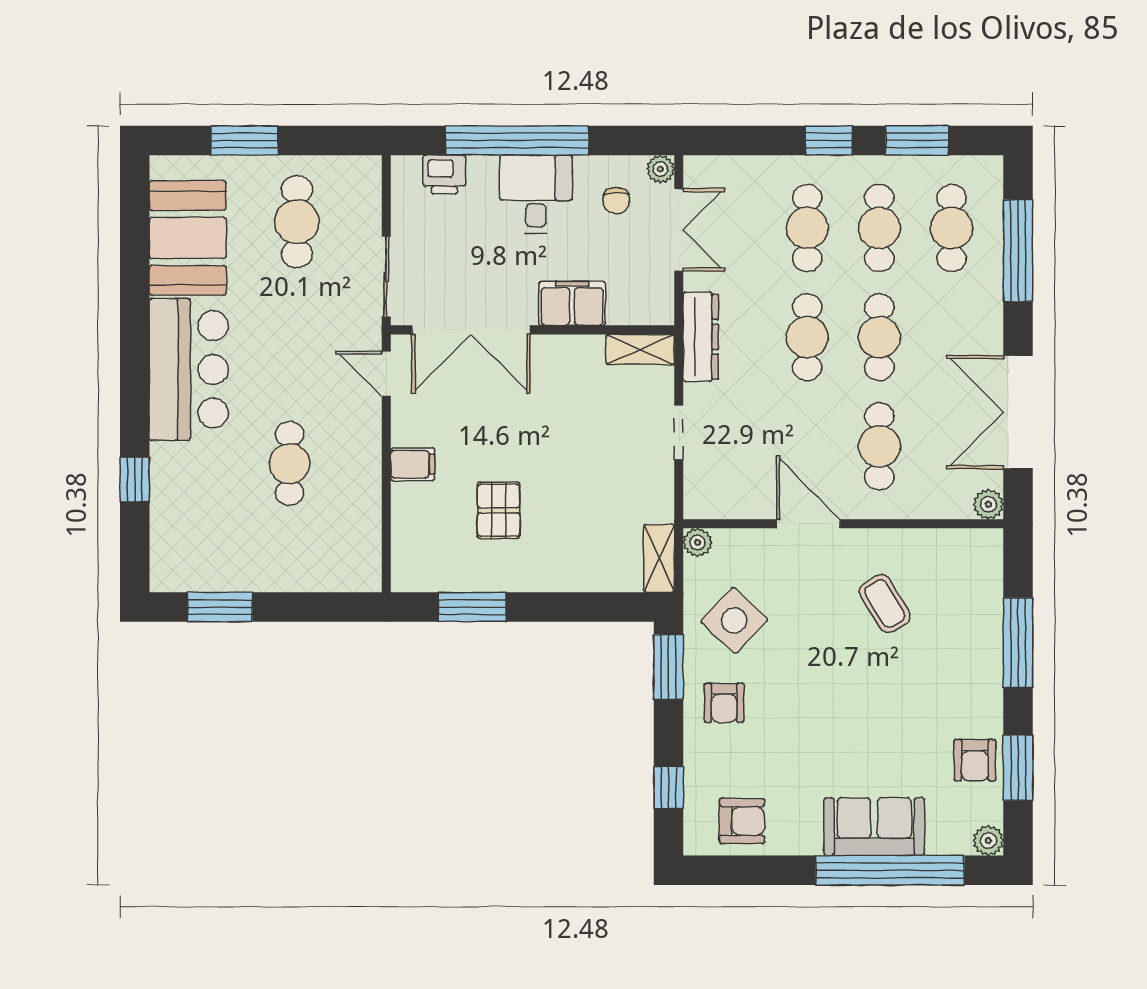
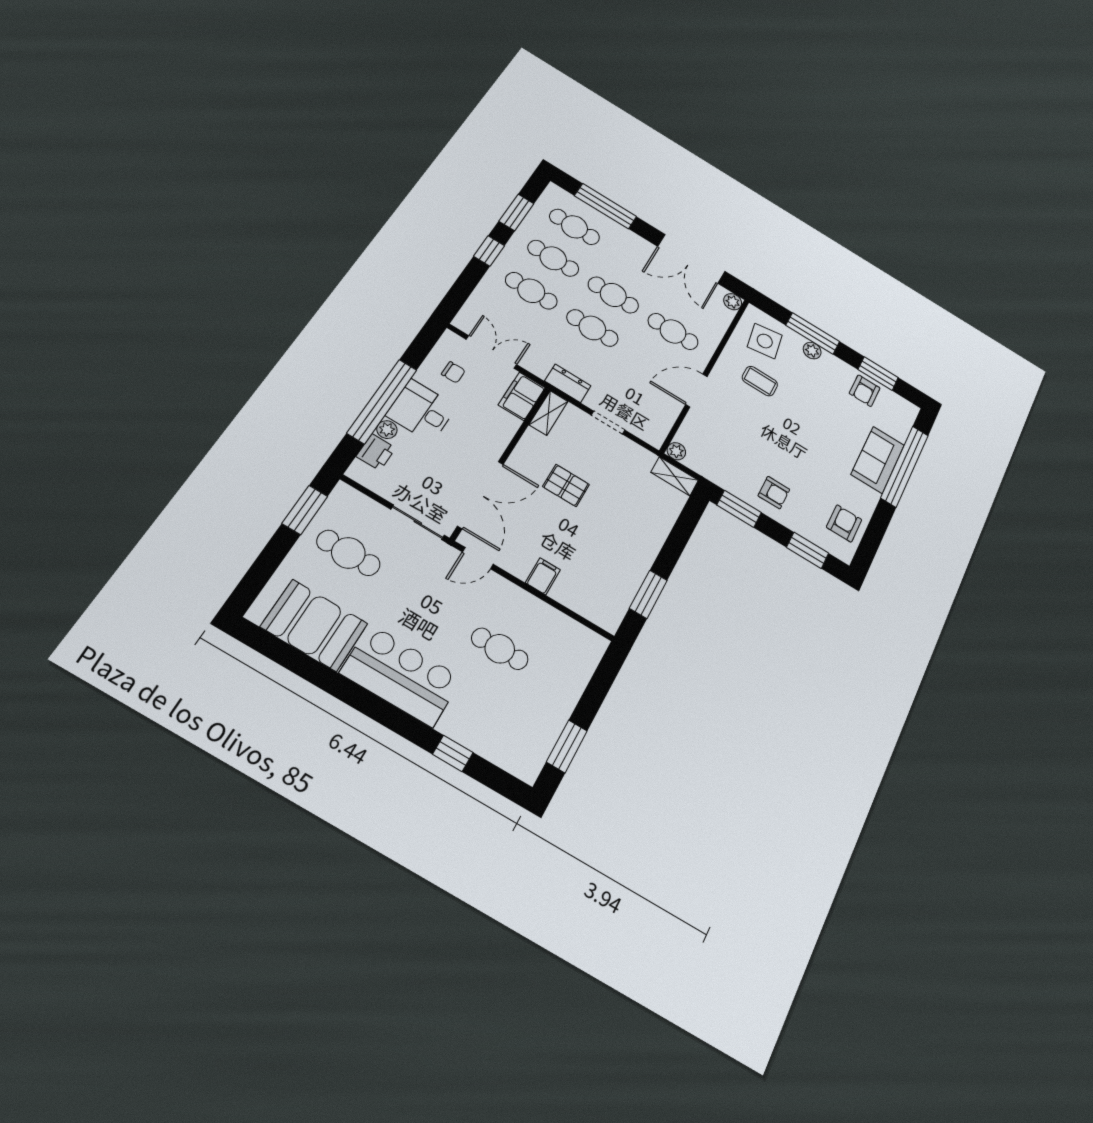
window: (244, 140) -> (305, 510), moved
plant: (660, 169) -> (387, 430), moved
filing cabinet: (572, 303) -> (522, 396), moved
dresser: (701, 337) -> (568, 383), width x0.70
pallet: (499, 510) -> (566, 486), moved
coffee table: (885, 604) -> (760, 381), turned 31
side table: (734, 620) -> (765, 341), moved, turned 38
armchair: (975, 760) -> (865, 391), turned 90
window: (668, 788) -> (808, 550), width x1.50
plant: (988, 841) -> (812, 351), moved

